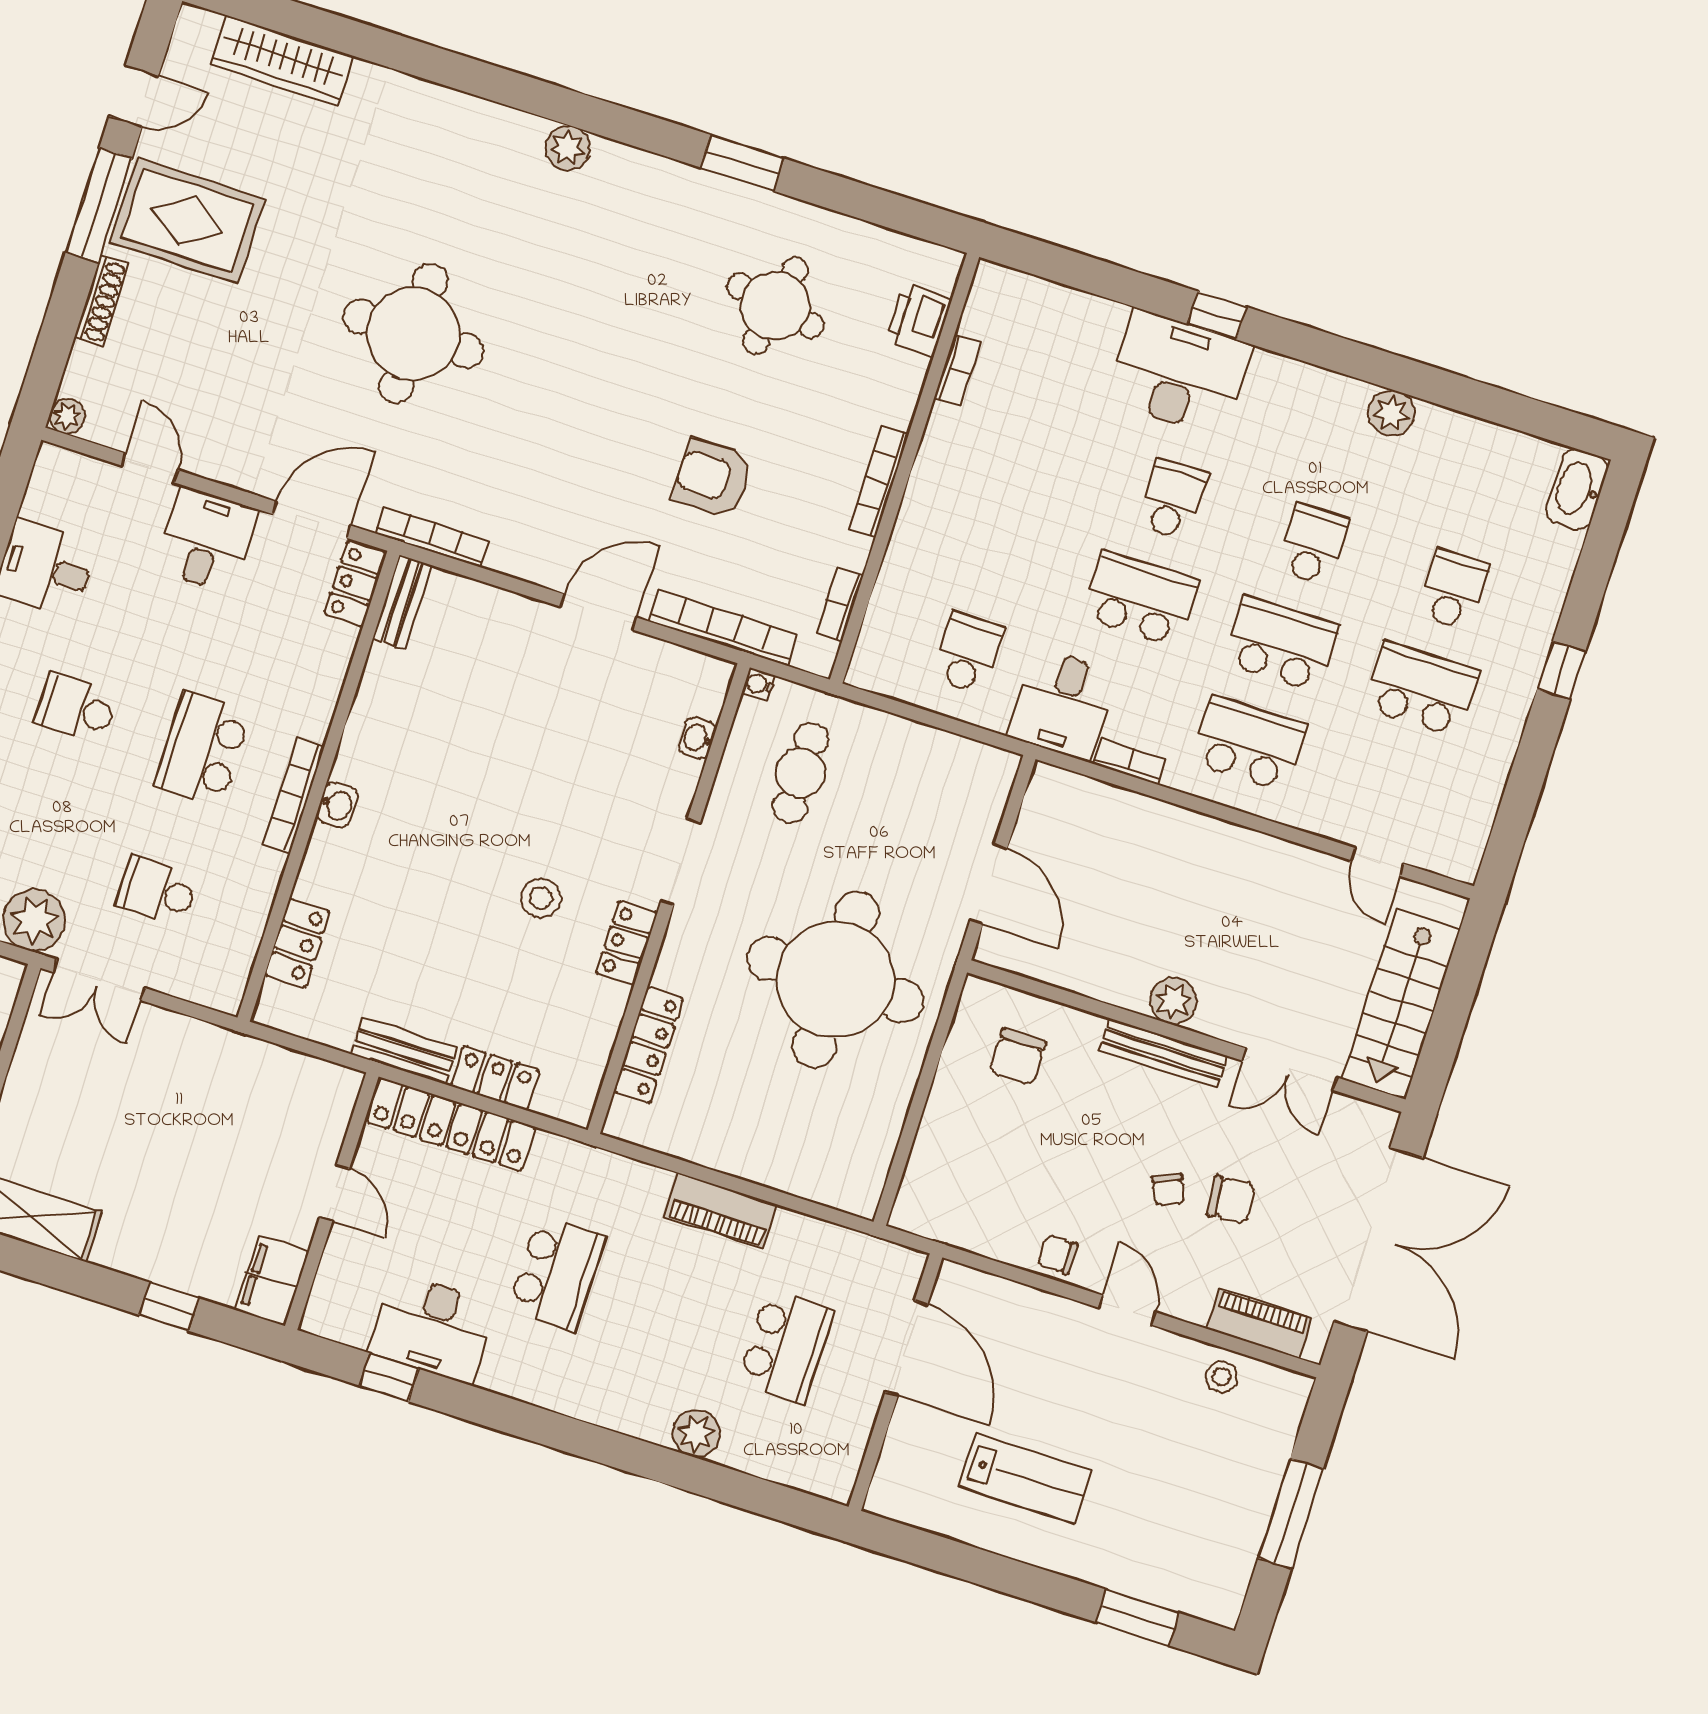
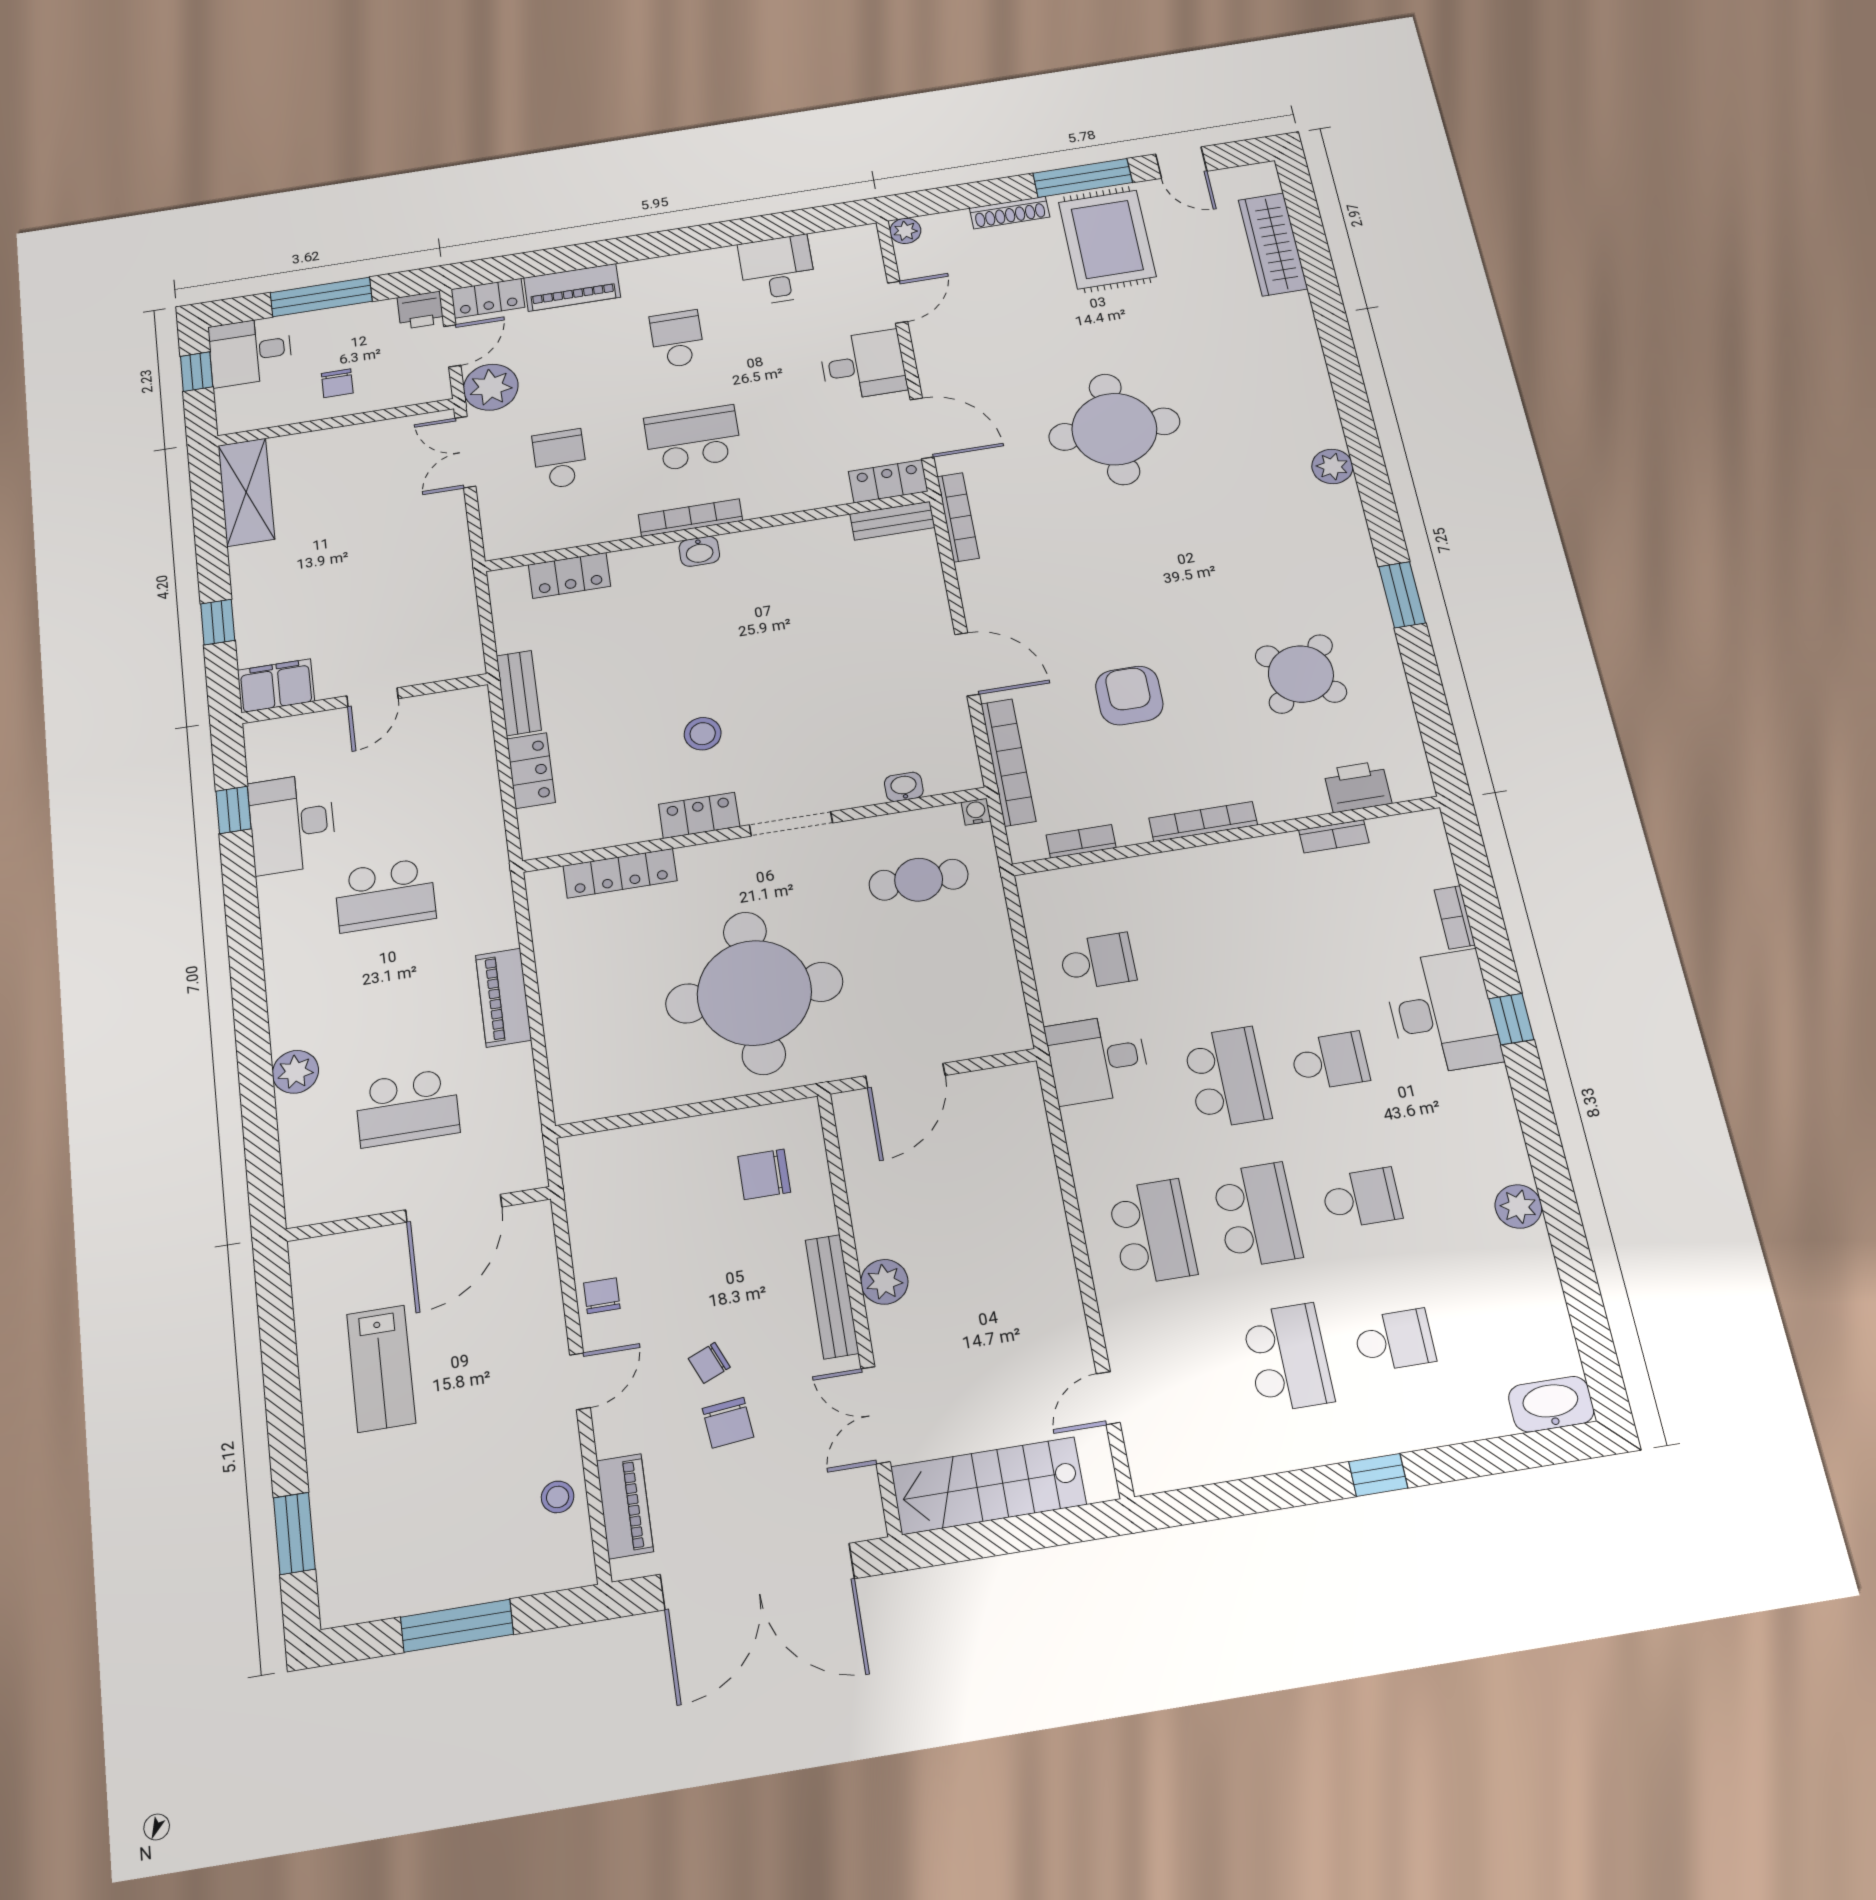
round table: (775, 306) -> (1301, 674), turned 31
bookcase: (1130, 762) -> (1455, 917), moved, turned 180
locker: (451, 1124) -> (474, 756), removed

